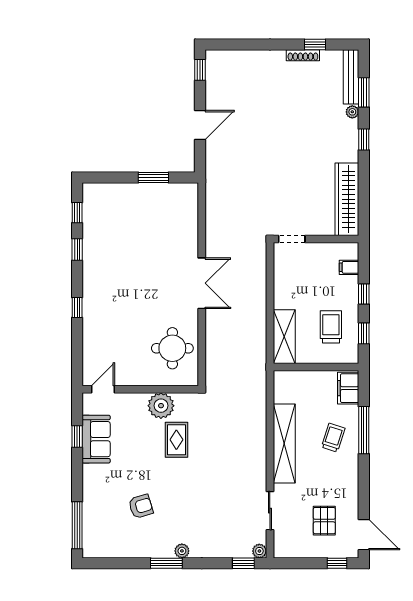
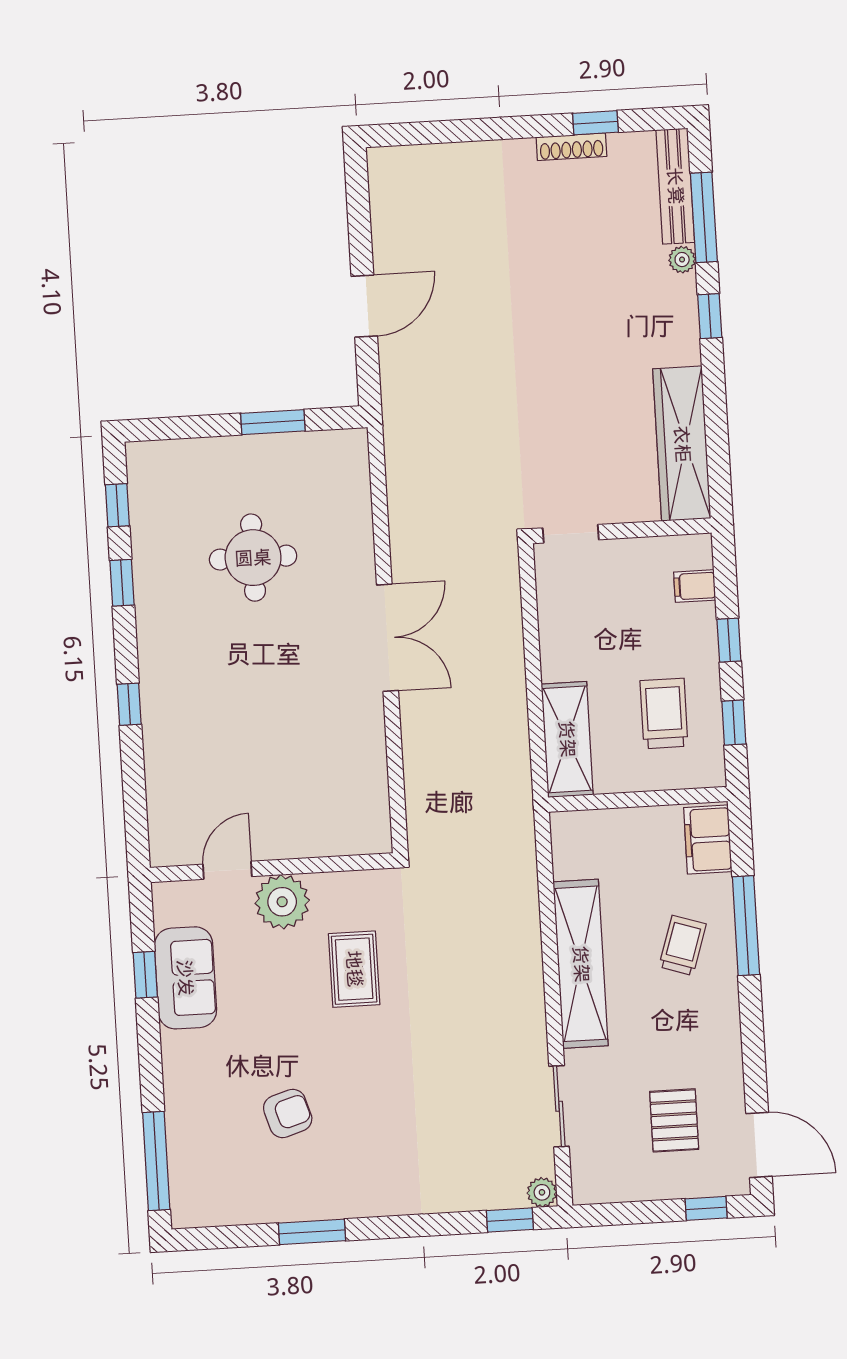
window: (200, 70) -> (357, 191), removed
window: (364, 92) -> (704, 217), width x1.44
round table: (172, 348) -> (253, 558), moved
door: (103, 389) -> (227, 870), moved
plant: (161, 406) -> (282, 902), moved
plant: (182, 551) -> (379, 1202), removed
window: (166, 563) -> (312, 1232), moved

